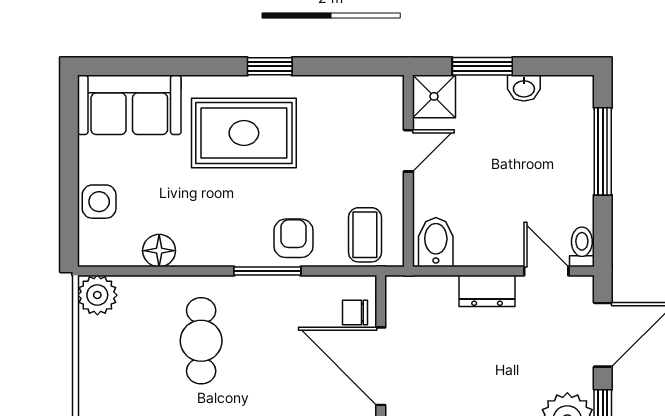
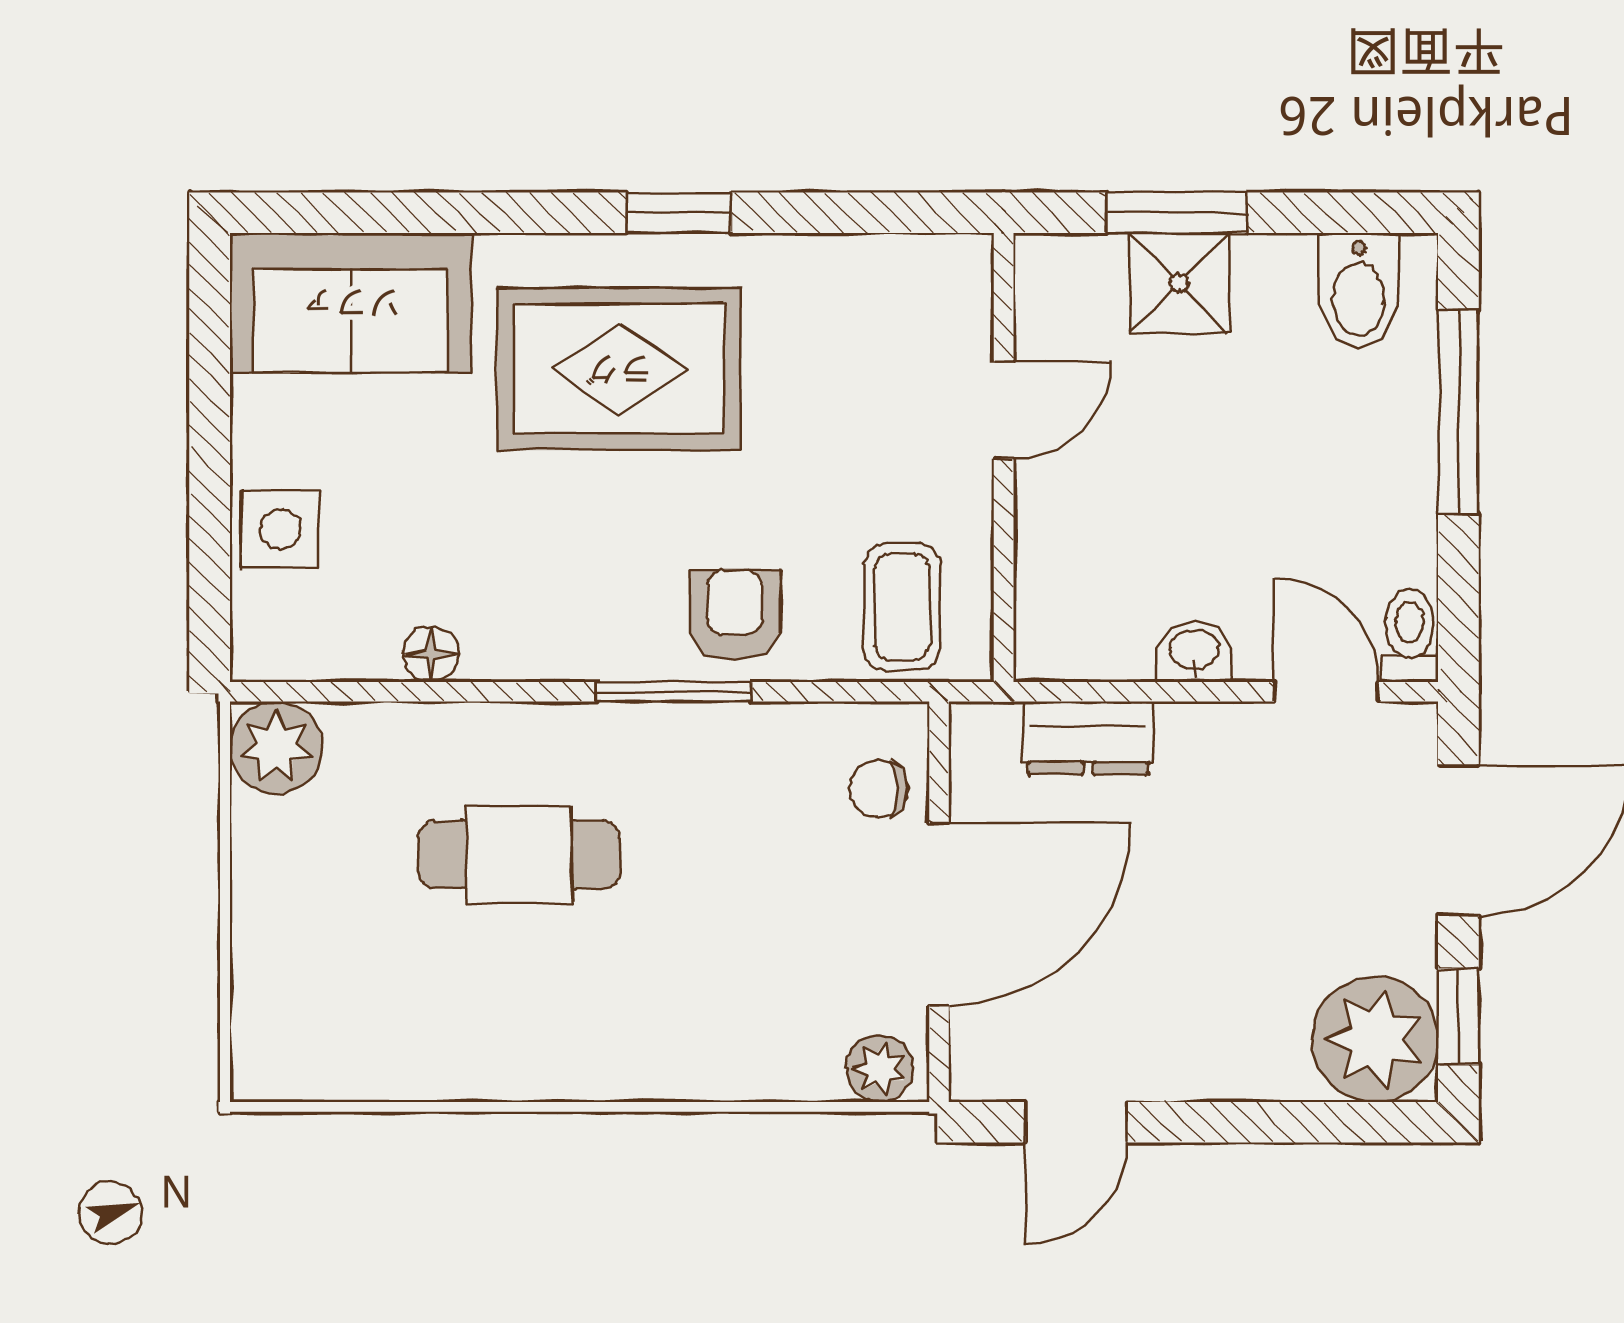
washbasin: (524, 88) -> (1194, 651), moved, turned 180
shower: (434, 96) -> (1179, 283), moved
bidet: (436, 242) -> (1358, 291), moved, turned 180
floor lamp: (159, 251) -> (431, 654), width x0.73, depth x0.73
dresser: (487, 291) -> (1088, 738), moved
cafe table: (201, 341) -> (519, 855), turned 90
door: (381, 366) -> (939, 914), swing flipped

